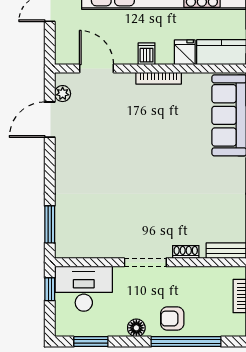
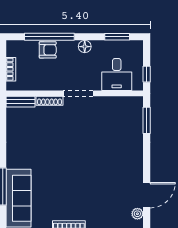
shoe rack: (186, 252) -> (49, 101), width x1.43
desk: (84, 289) -> (117, 74), width x0.73
armchair: (172, 319) -> (48, 50), moved

